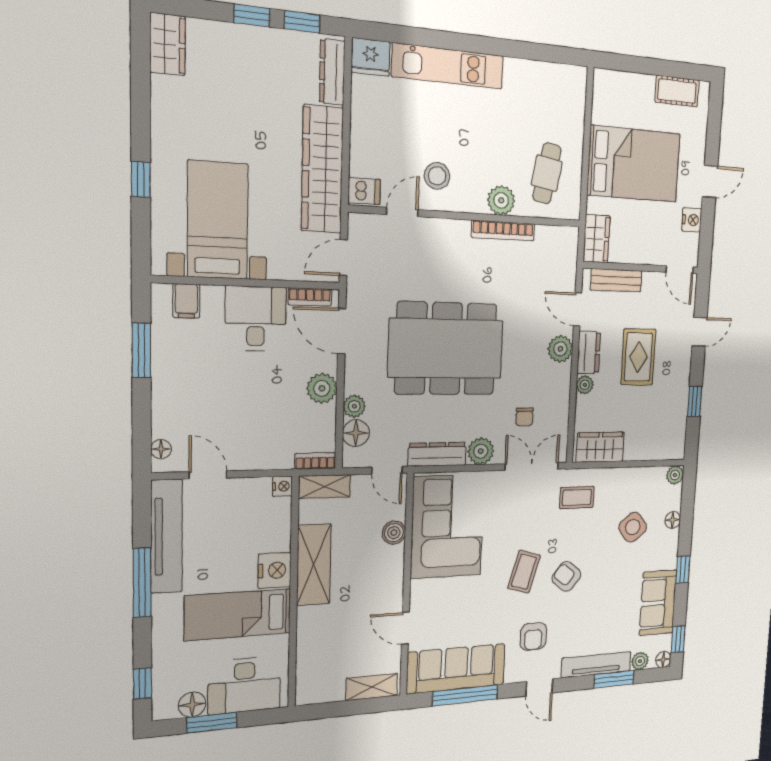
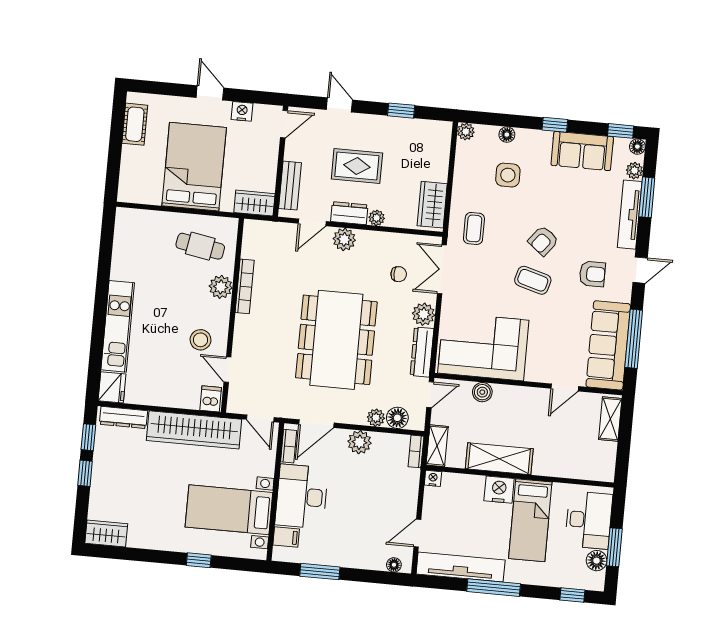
desk: (256, 319) -> (302, 496), width x1.37
side table: (633, 527) -> (508, 175), turned 38

